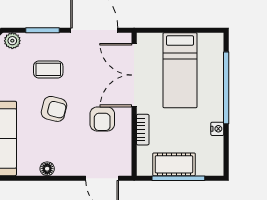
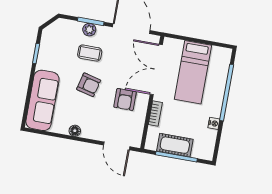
plant: (12, 41) -> (89, 30), moved

